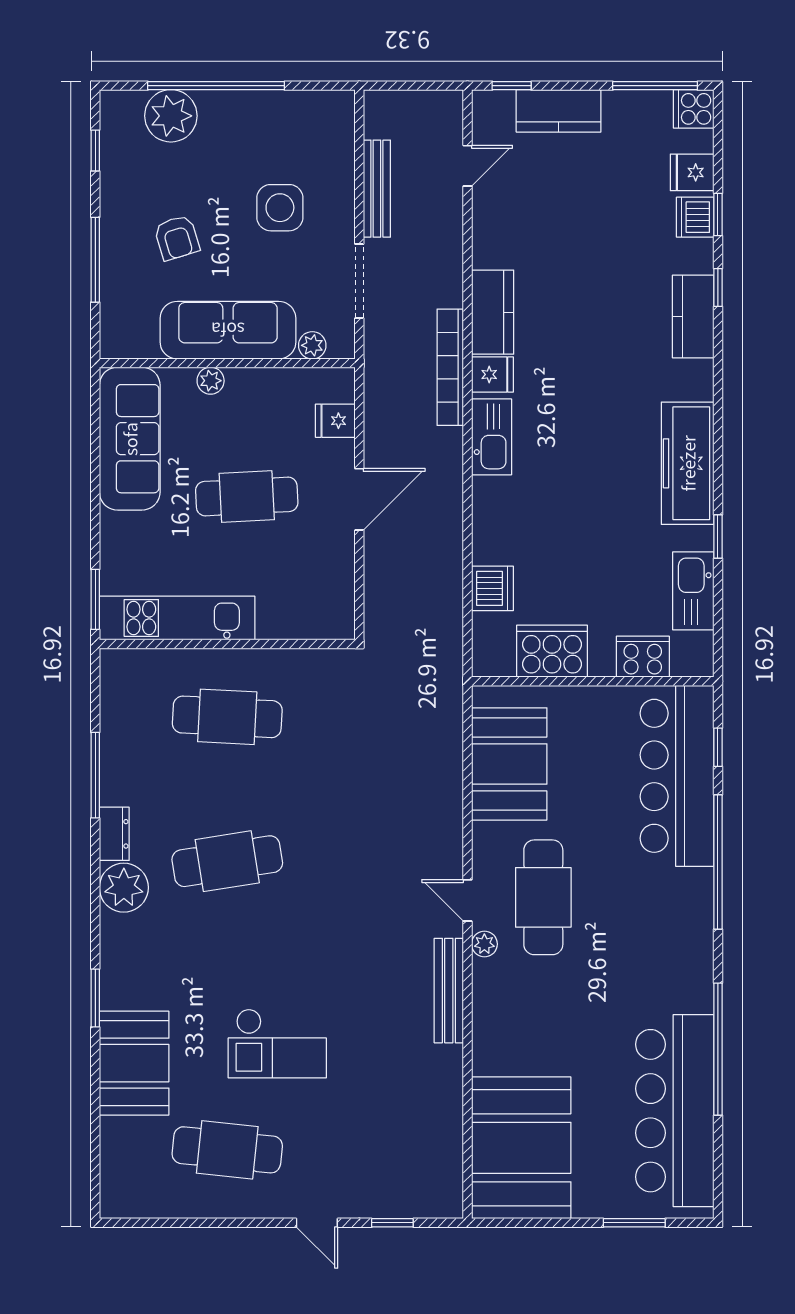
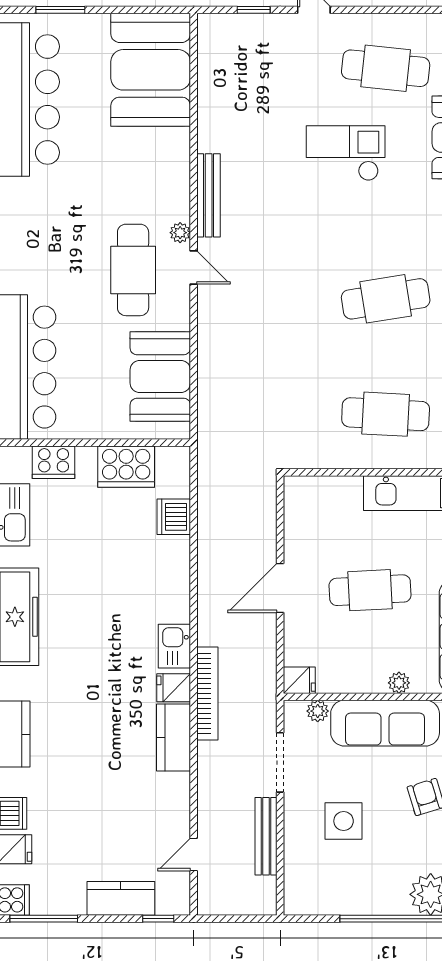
fridge: (335, 421) -> (299, 680), moved
kitchen sink: (492, 437) -> (174, 646), width x0.73

